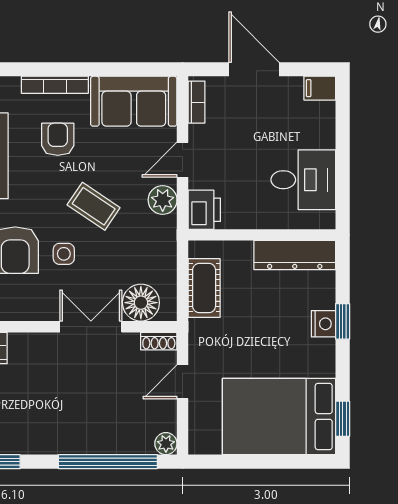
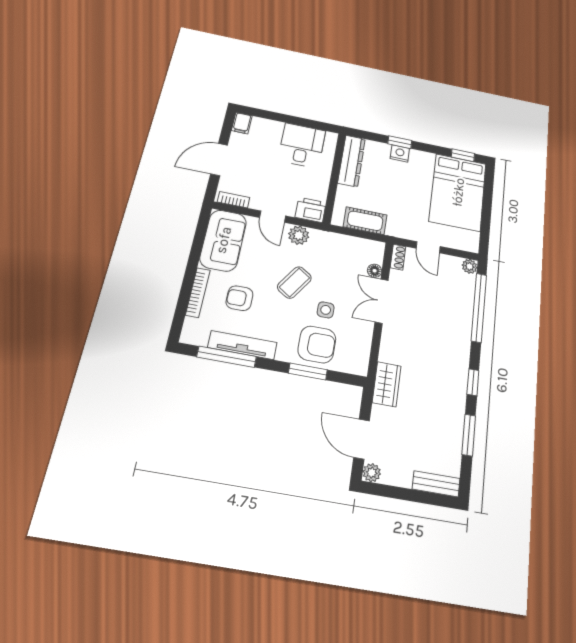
floor lamp: (141, 303) -> (375, 271), width x0.53, depth x0.53

